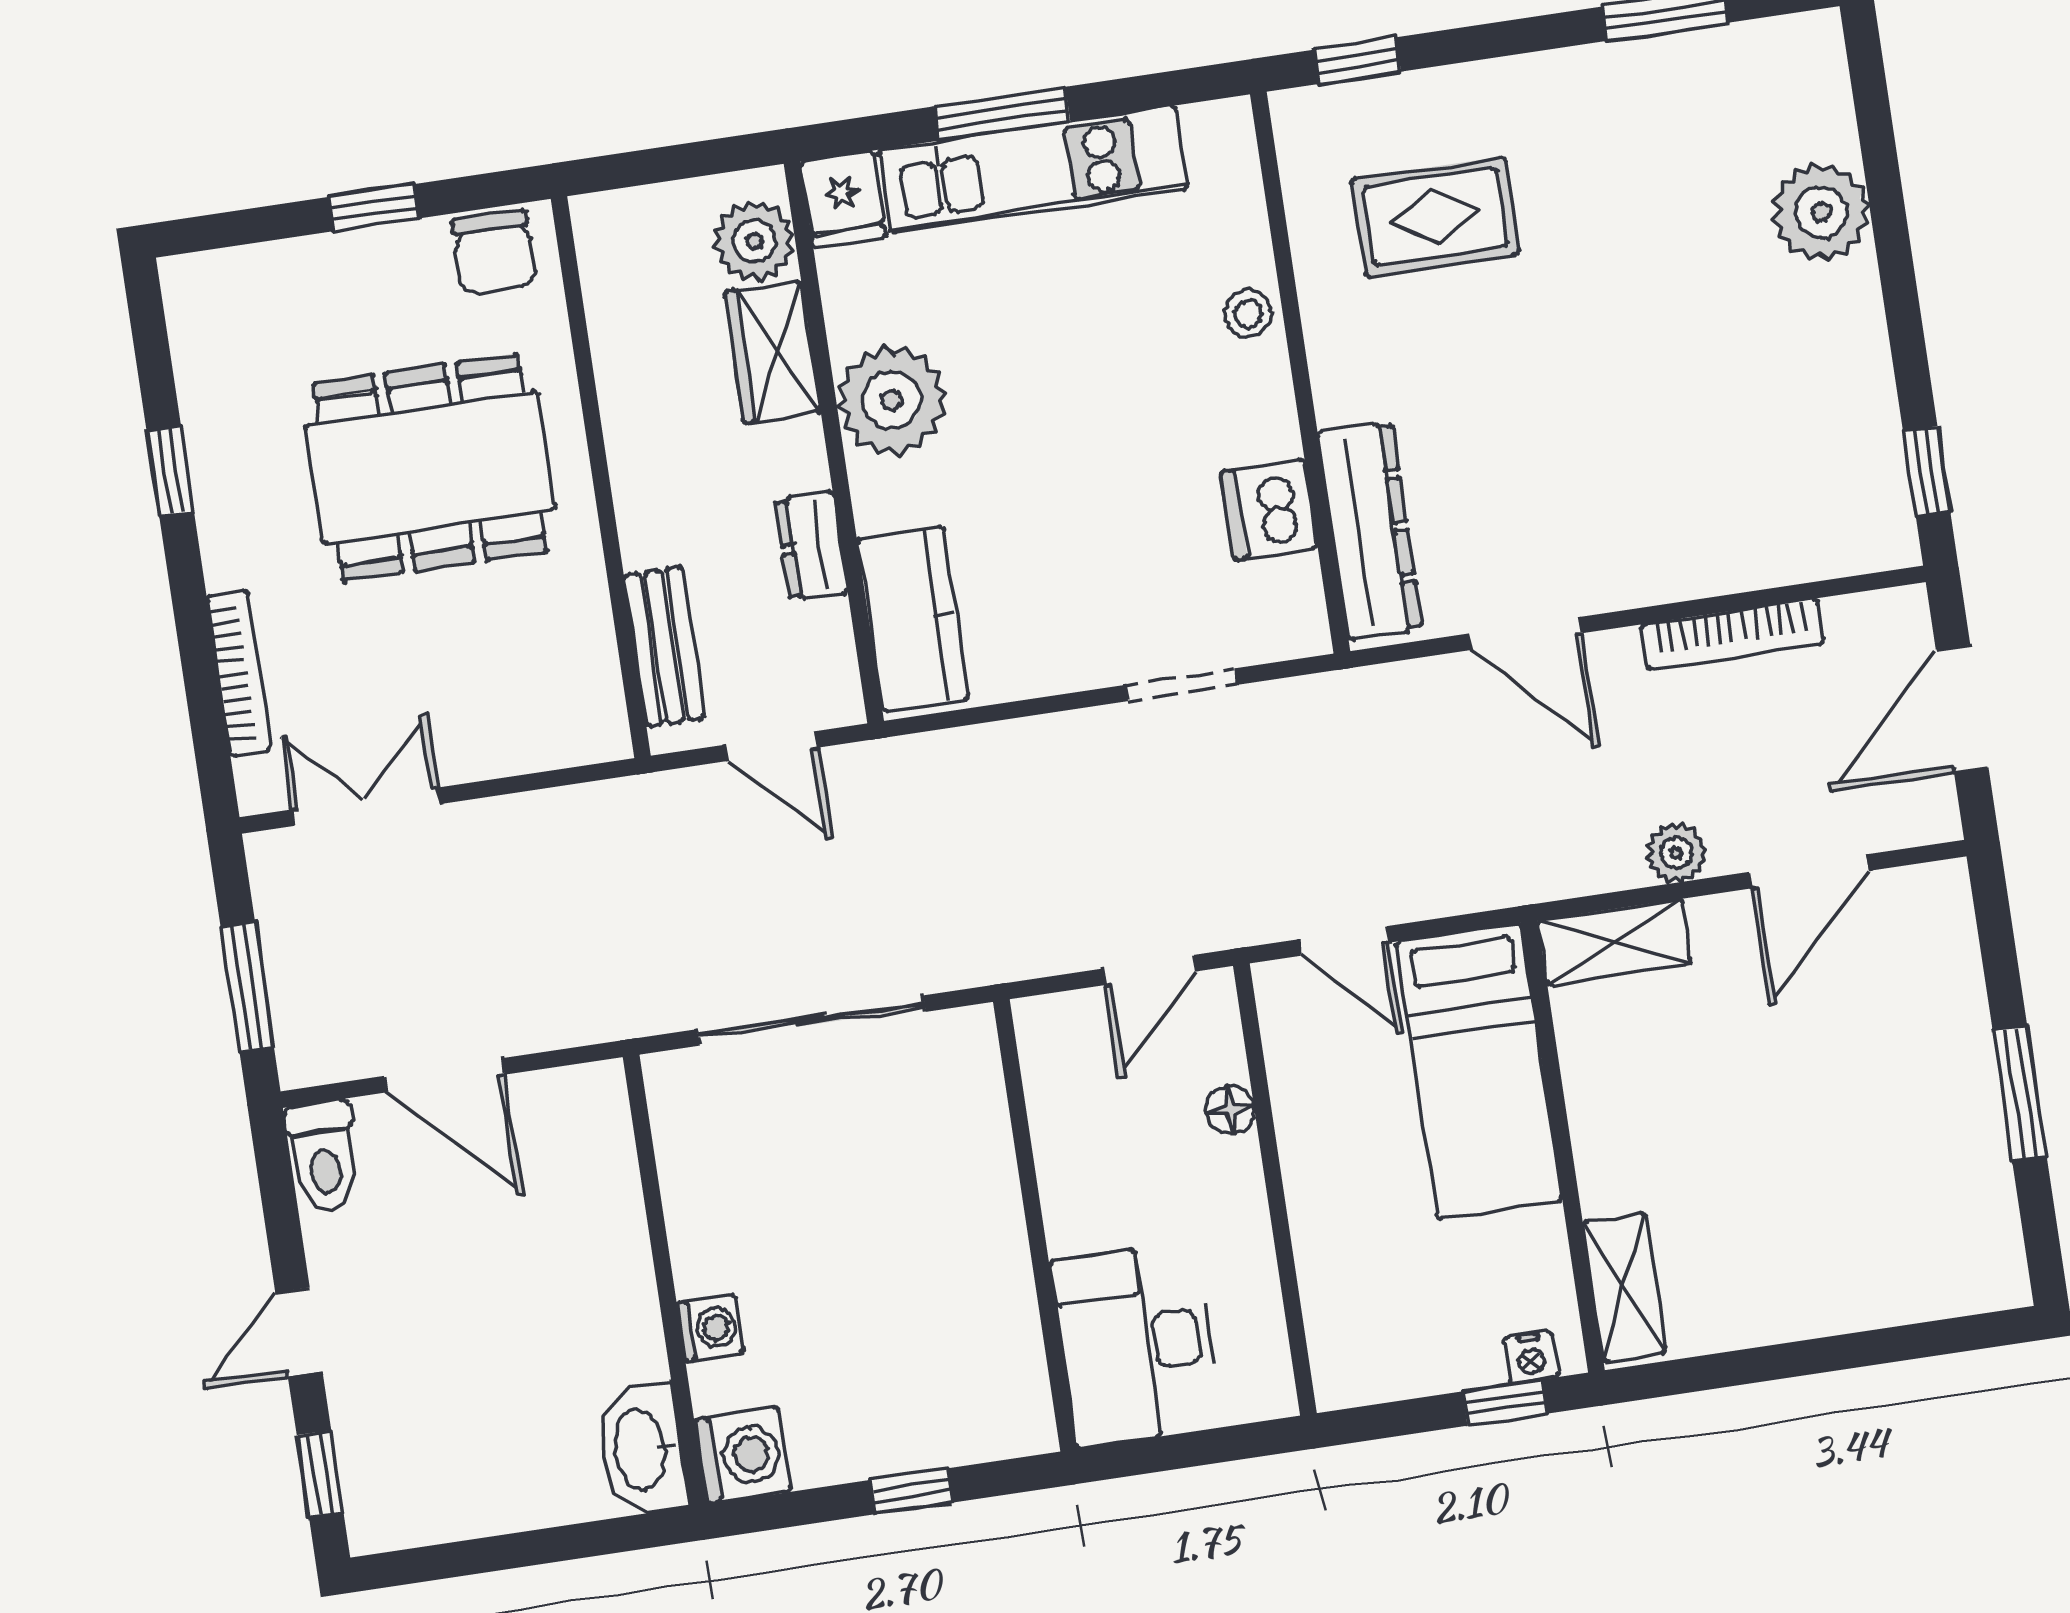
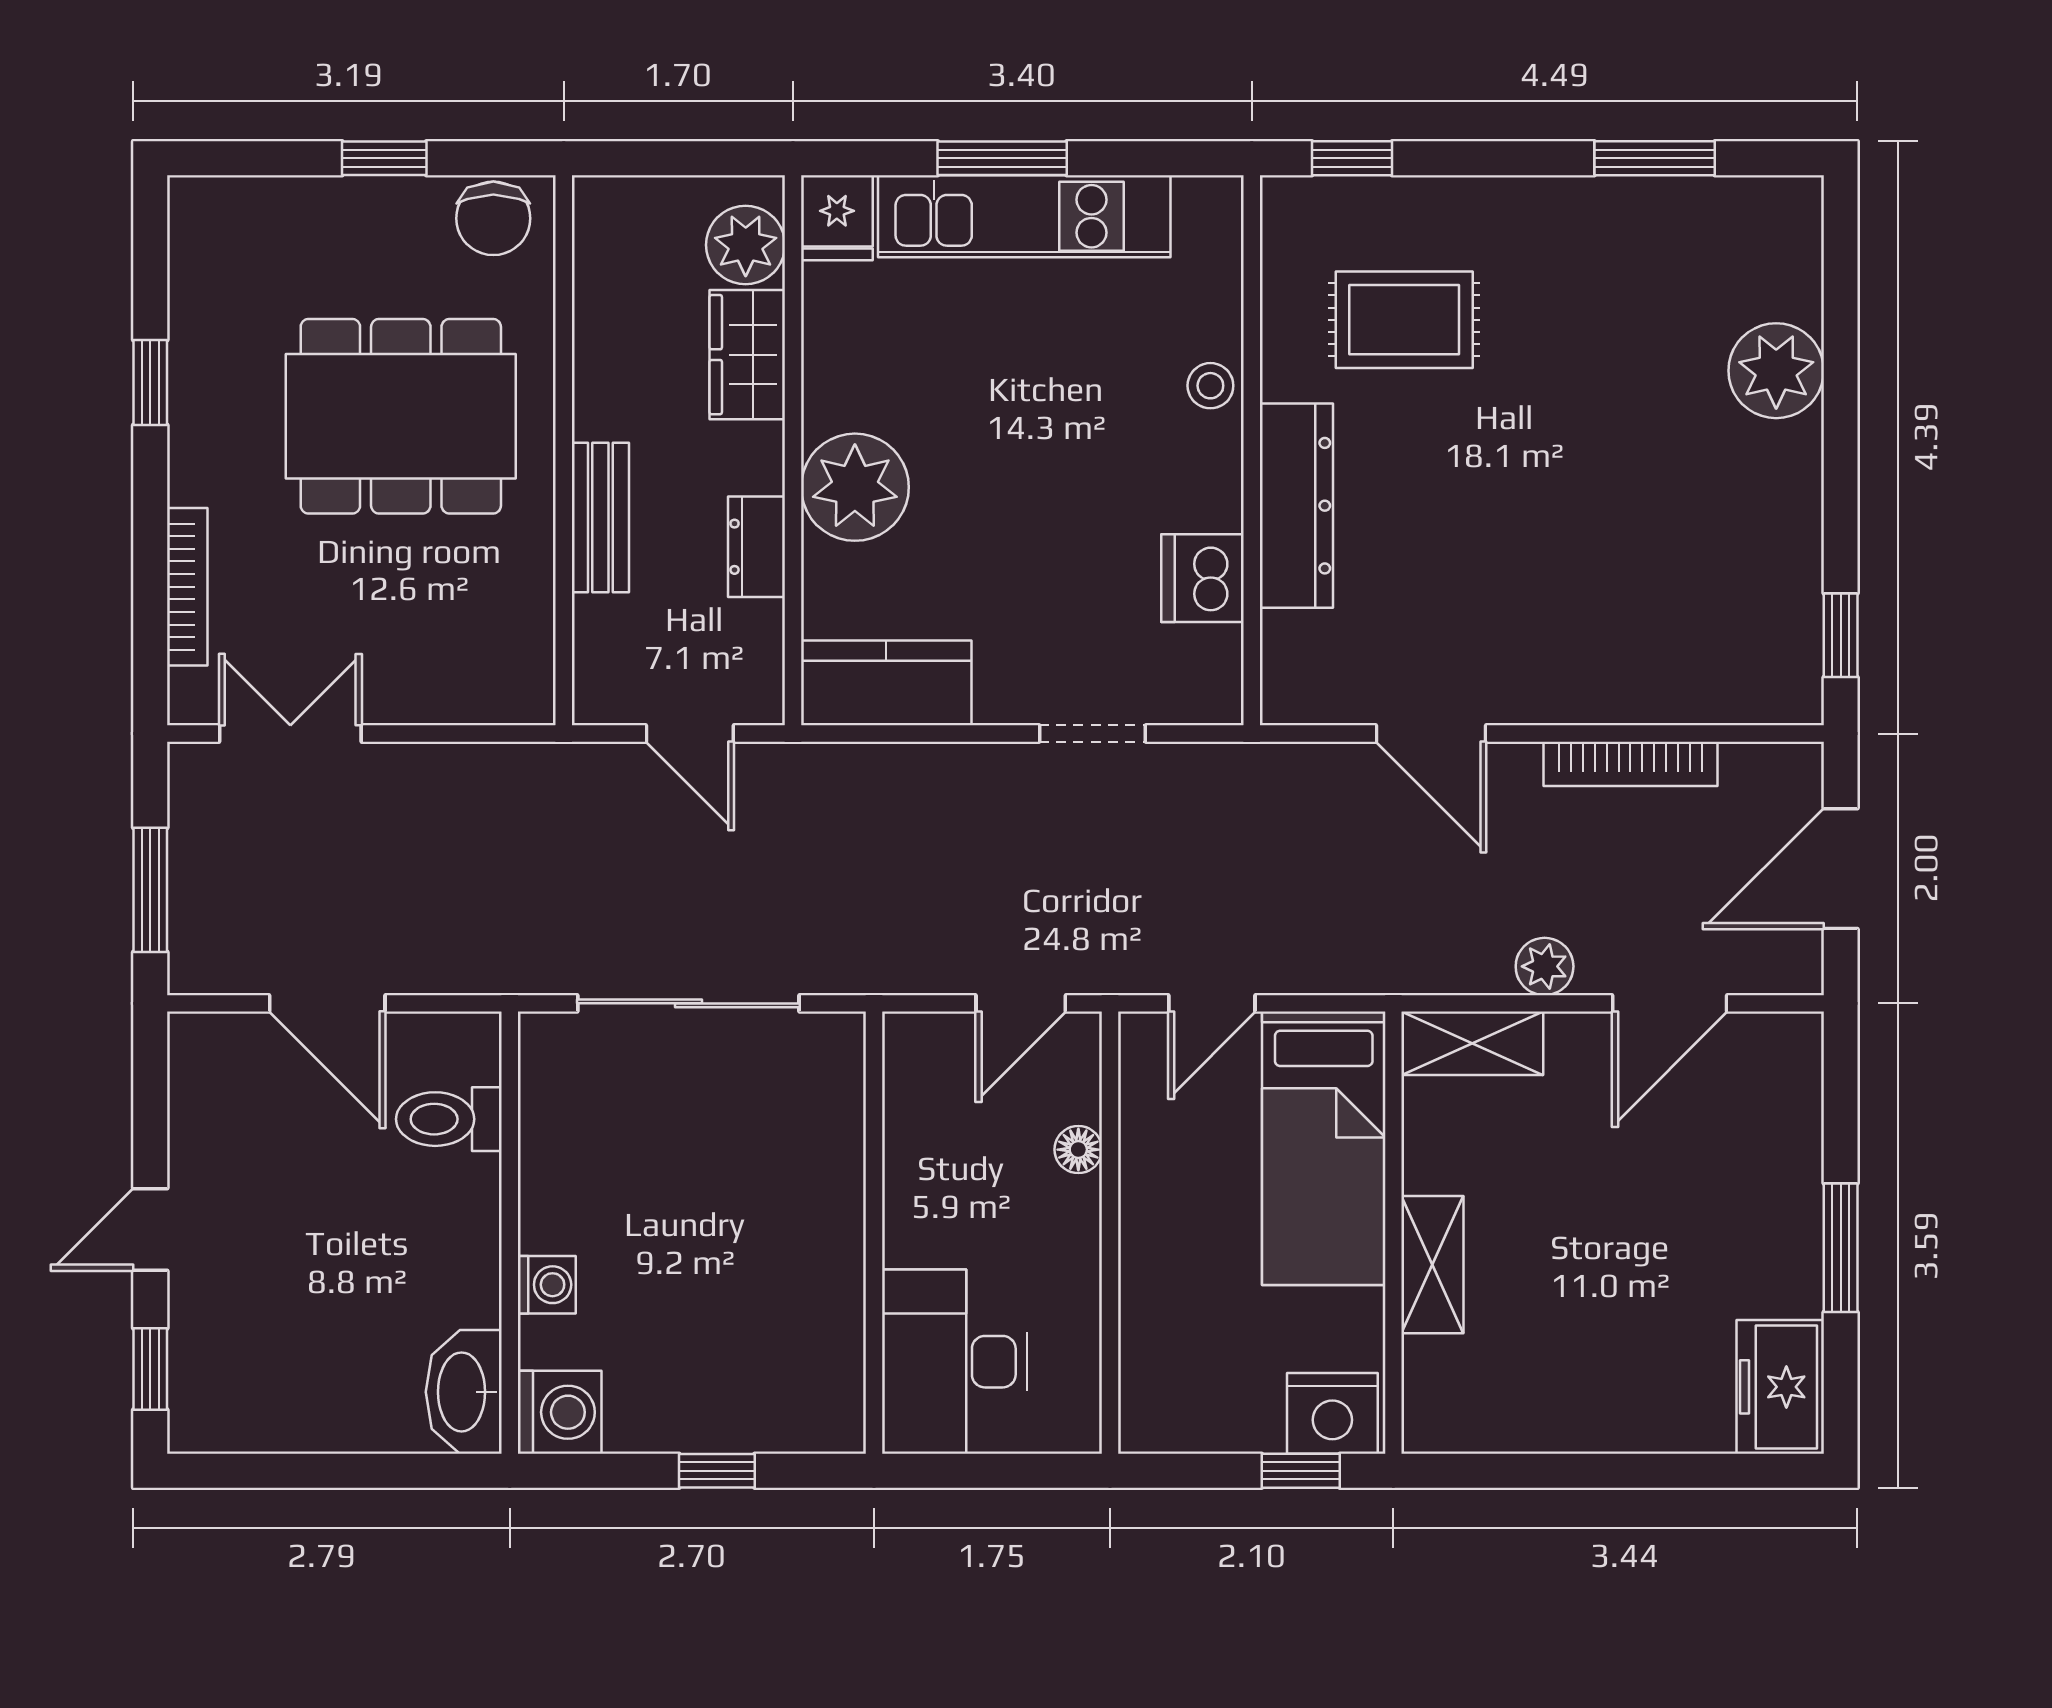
plant: (892, 400) -> (855, 487), moved
dresser: (1370, 531) -> (1296, 506), moved
kitchen counter: (913, 619) -> (886, 683), moved, turned -90
bench: (664, 647) -> (600, 517), moved
door: (1344, 941) -> (1212, 1003), hinge flipped
toilet: (323, 1157) -> (449, 1119), moved, turned 90
freezer: (1979, 1244) -> (1780, 1387), added
shelving: (1624, 1287) -> (1432, 1265), moved
nightstand: (1531, 1358) -> (1332, 1413), width x1.89, depth x1.79

